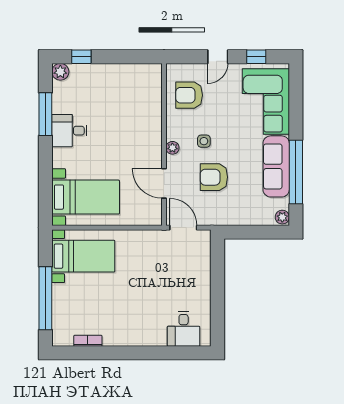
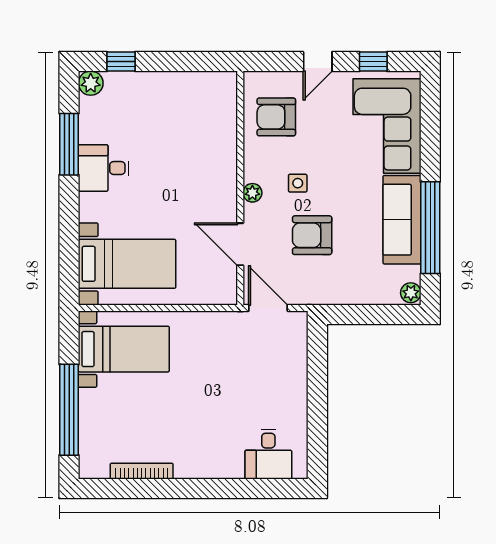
bookcase: (88, 341) -> (142, 471), width x1.56

